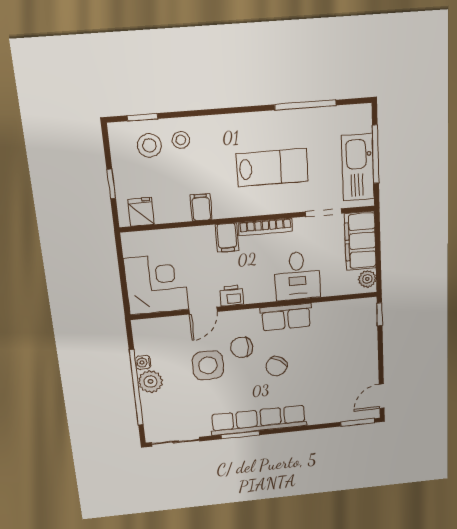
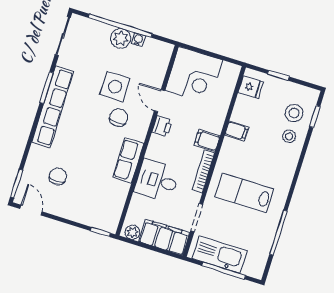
lab bench: (272, 167) -> (244, 193), turned 90
chair: (276, 366) -> (58, 176), moved, turned 55

